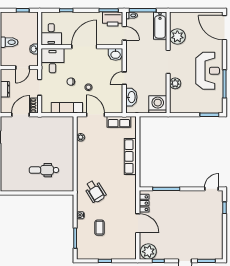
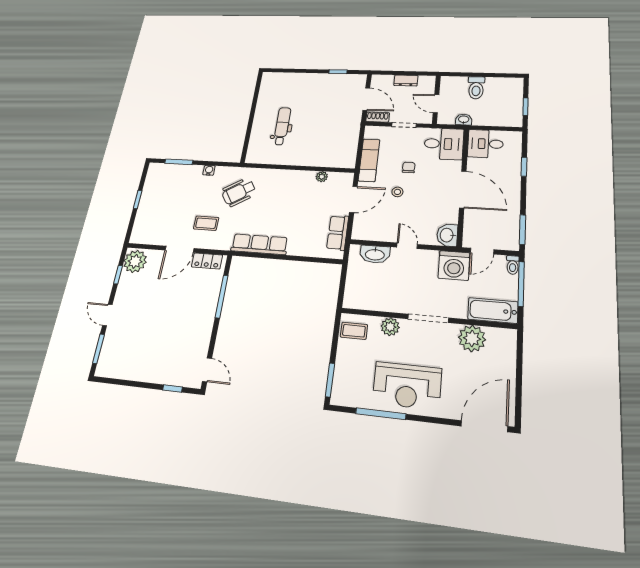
printer: (113, 19) -> (507, 235), removed
washing machine: (158, 104) -> (454, 265), moved, turned 90
coffee table: (180, 104) -> (354, 331), added
row of seats: (130, 156) -> (259, 244), moved
coffee table: (99, 228) -> (206, 223), moved

